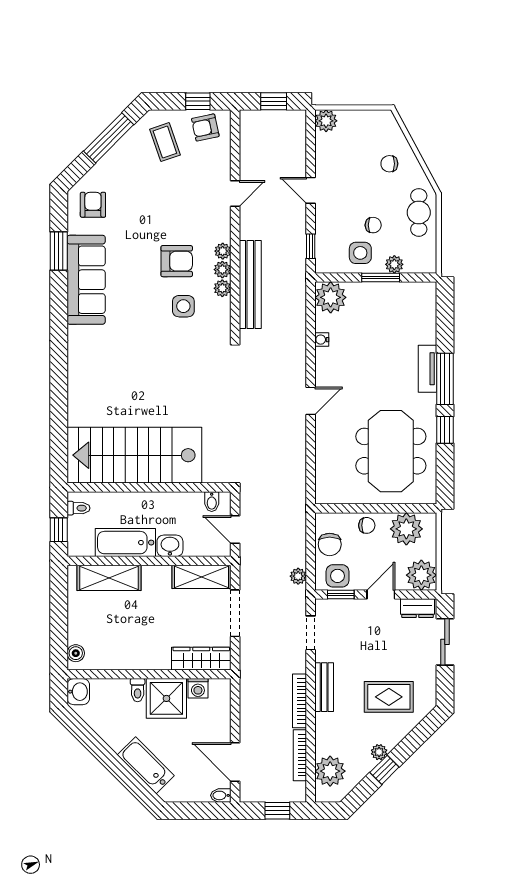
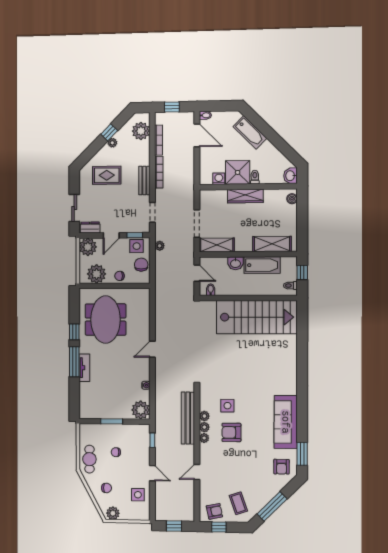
plant: (326, 121) -> (113, 513), moved
window: (59, 251) -> (302, 454), moved
side table: (360, 253) -> (138, 495), moved
plant: (394, 264) -> (104, 429), removed
wardrobe: (201, 659) -> (245, 196), moved

